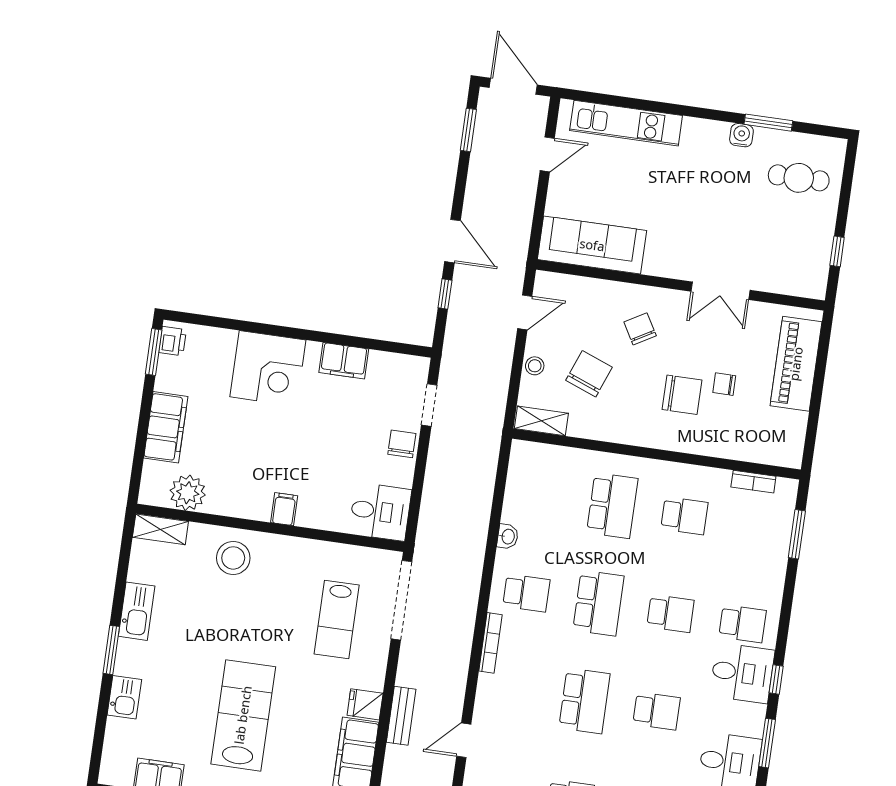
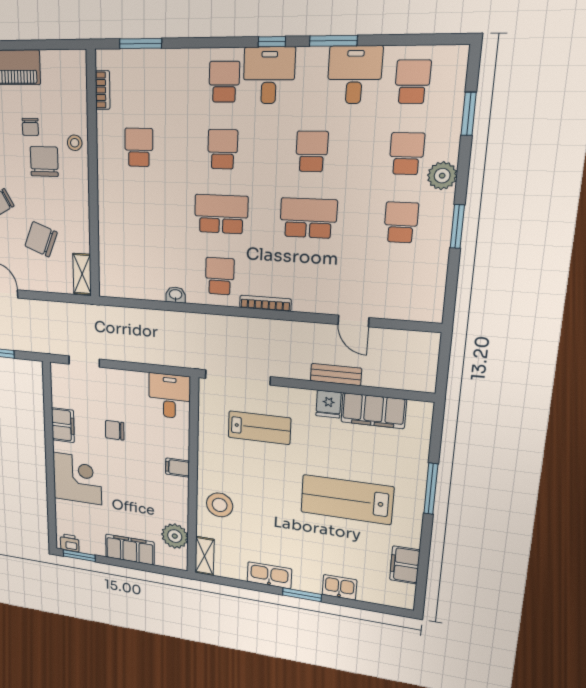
stool: (535, 366) -> (75, 143), moved
chair: (402, 444) -> (115, 430), moved
school desk: (612, 506) -> (139, 210), removed

